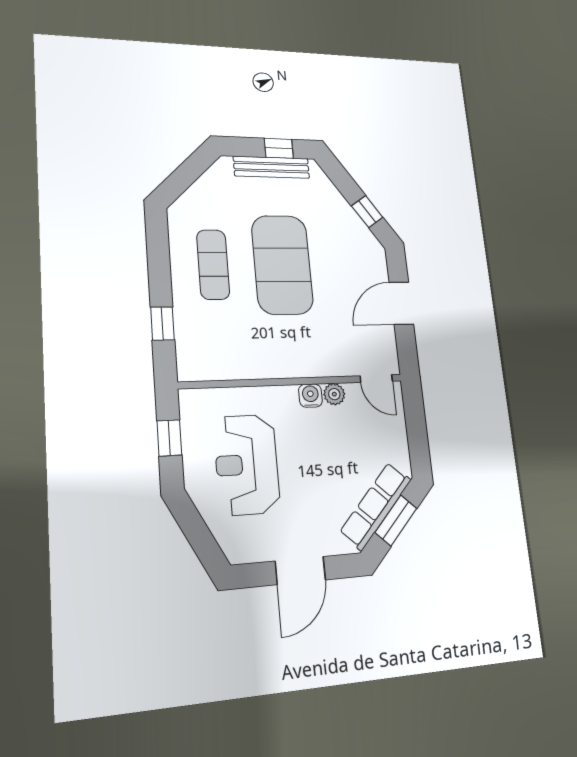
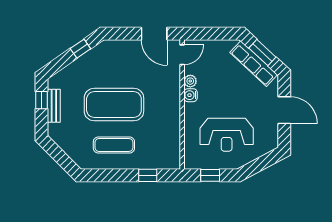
bench: (272, 167) -> (54, 106), width x0.73
door: (401, 303) -> (154, 34), moved

